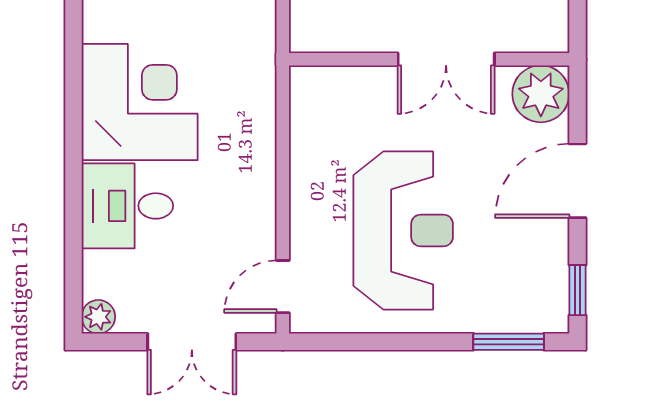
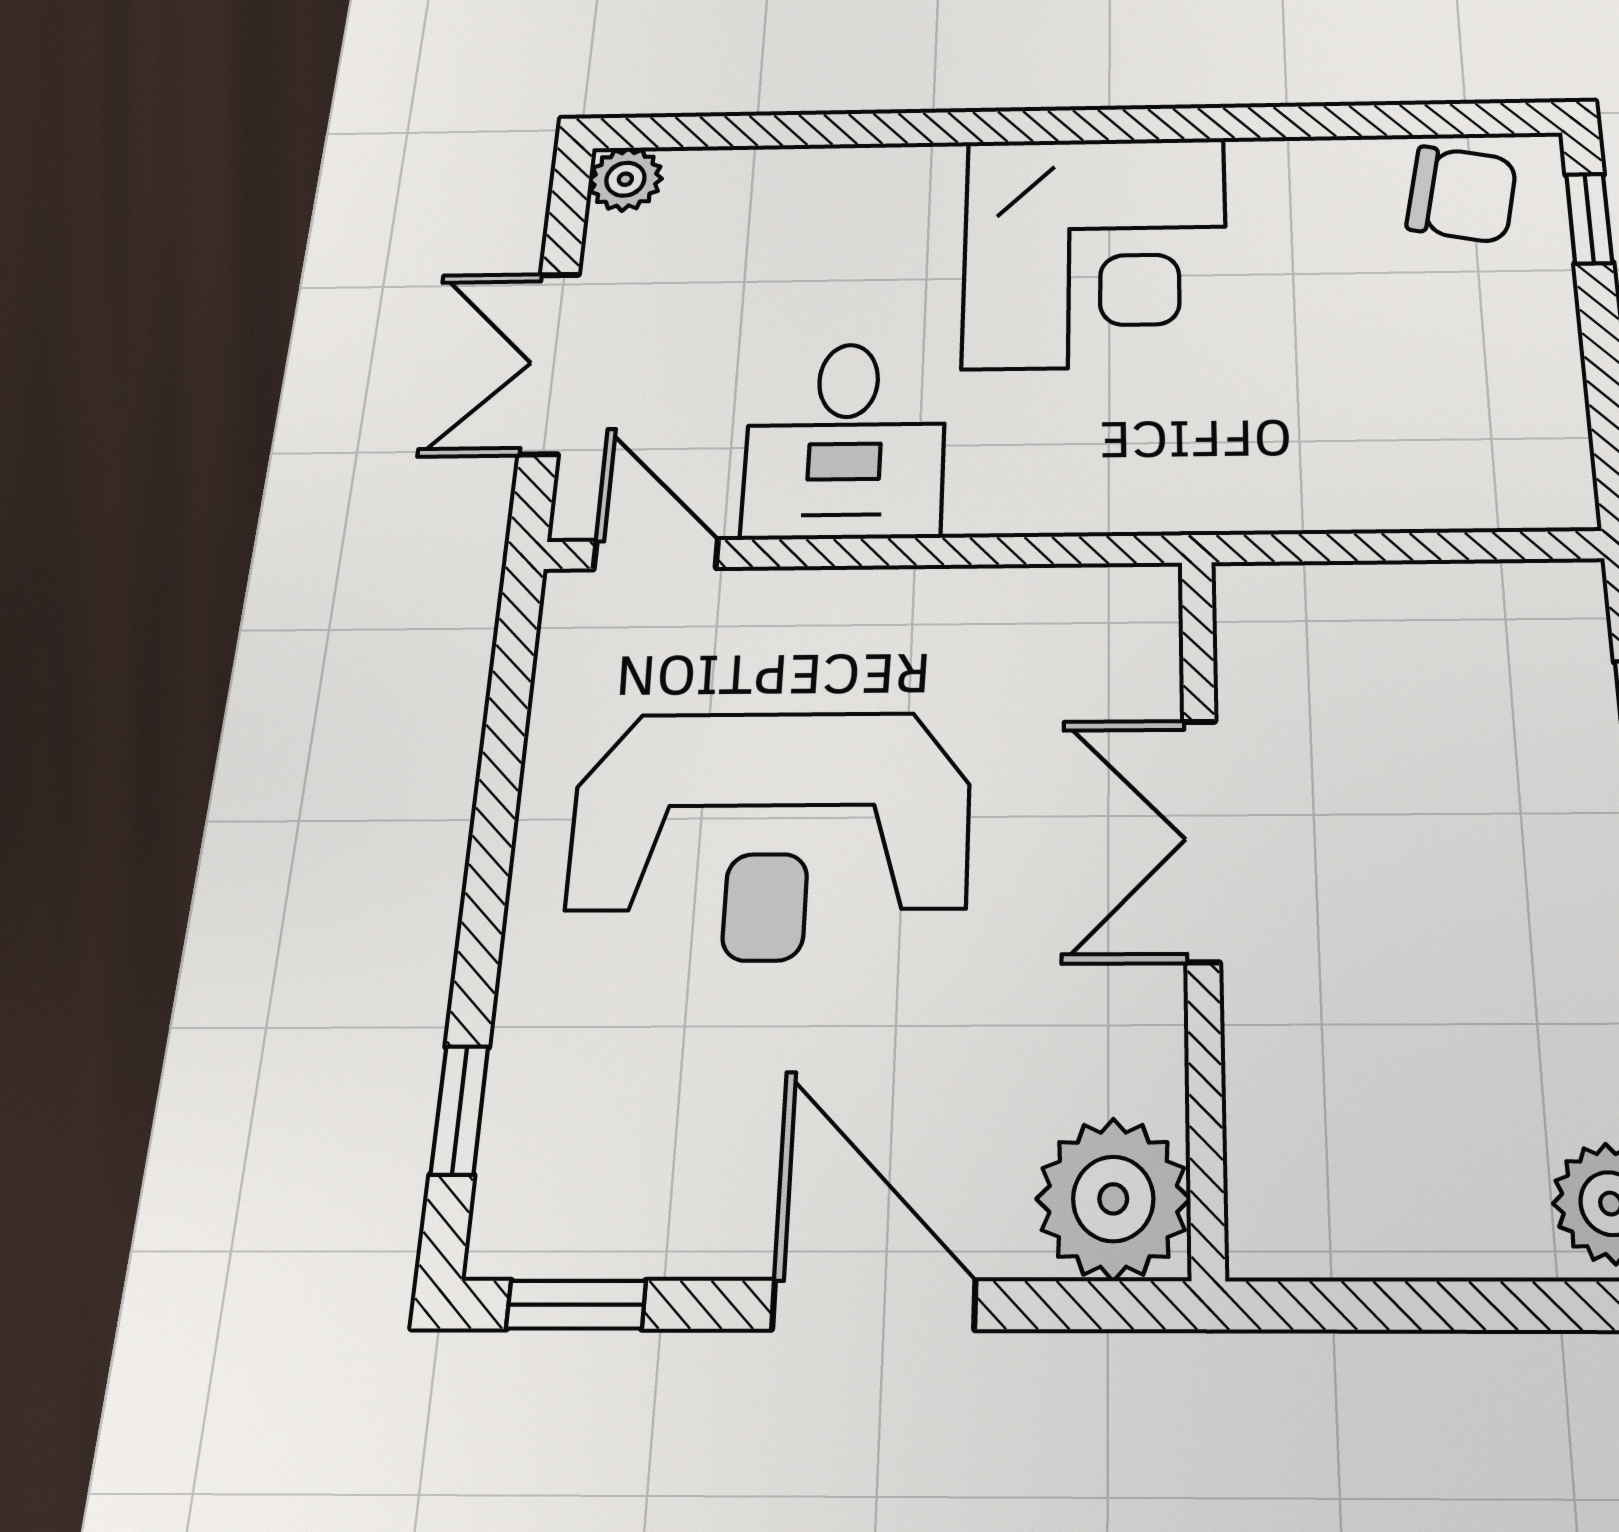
double door: (446, 59) -> (1201, 839), moved
desk: (127, 206) -> (845, 440), moved, turned 180
window: (509, 342) -> (460, 1110), width x0.67

